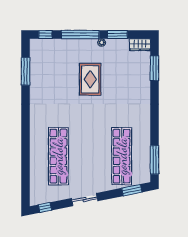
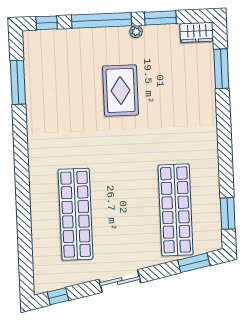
window: (154, 160) -> (228, 213), width x0.69

